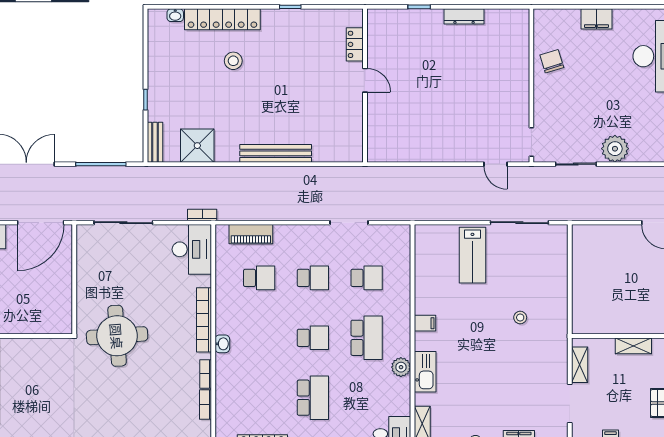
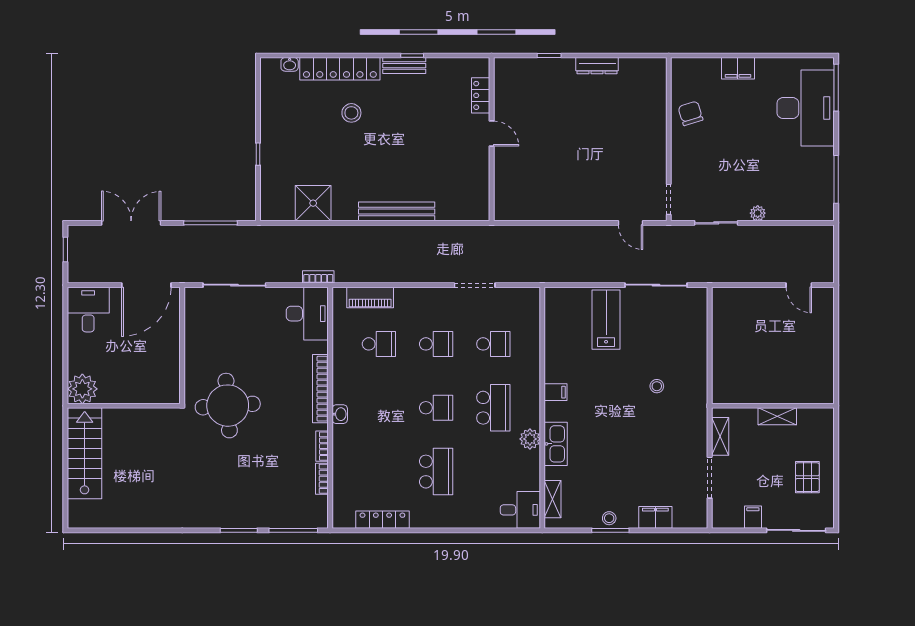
bench: (155, 142) -> (404, 66), moved, turned 90
plant: (615, 149) -> (758, 213), width x0.53, depth x0.53
lab bench: (472, 255) -> (606, 320), turned 180

